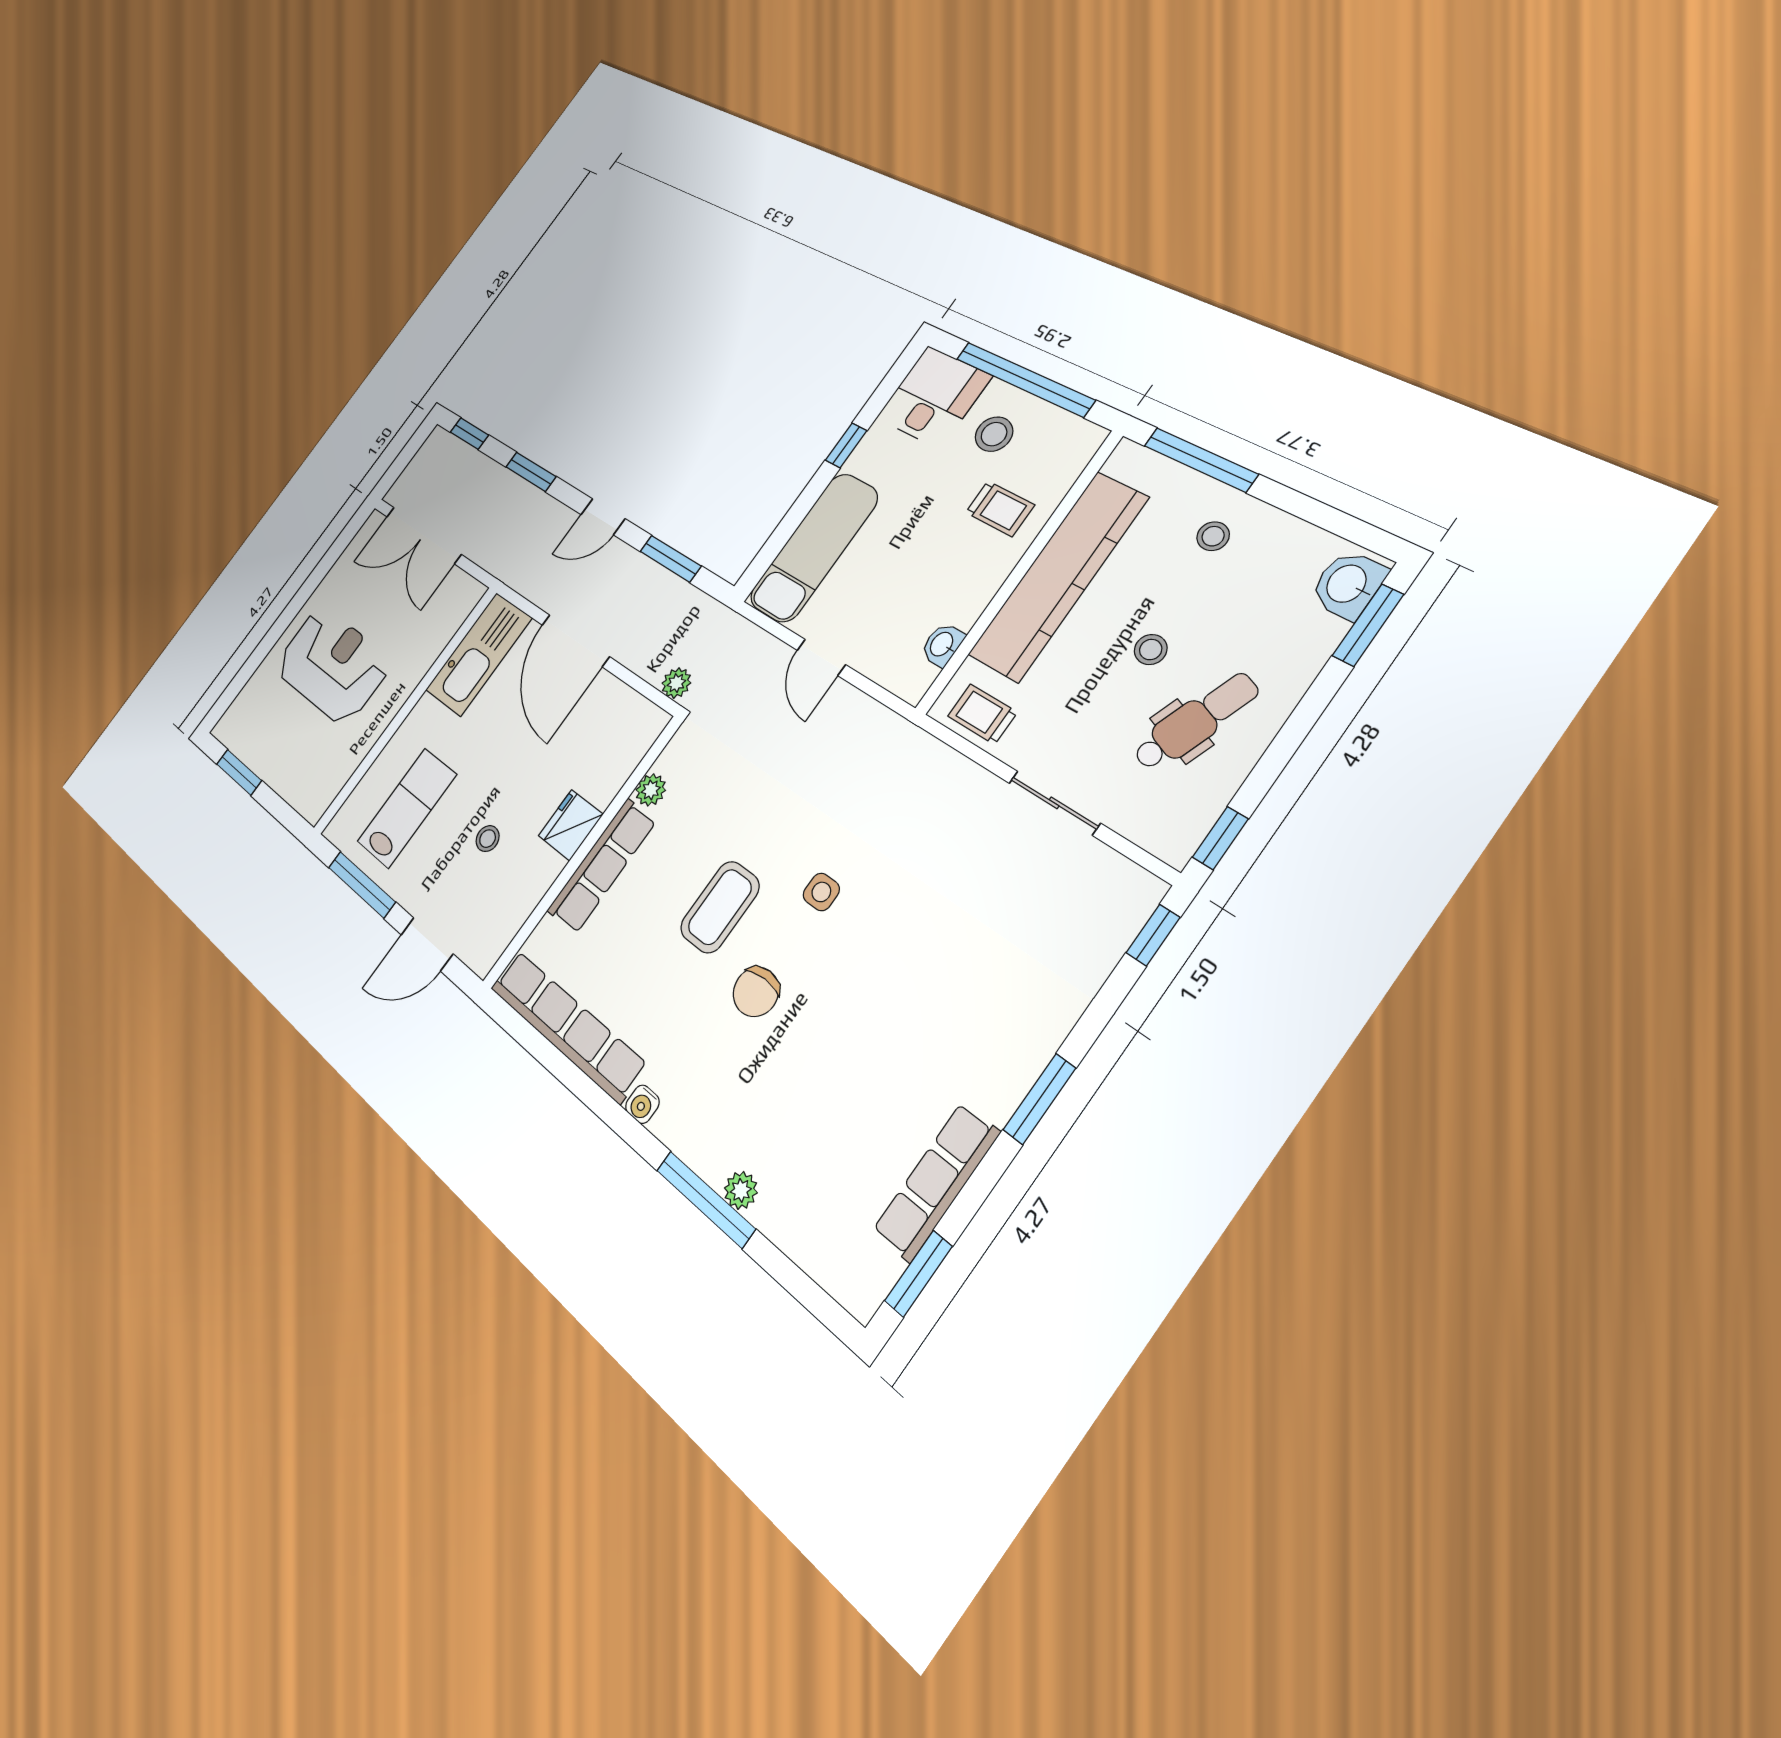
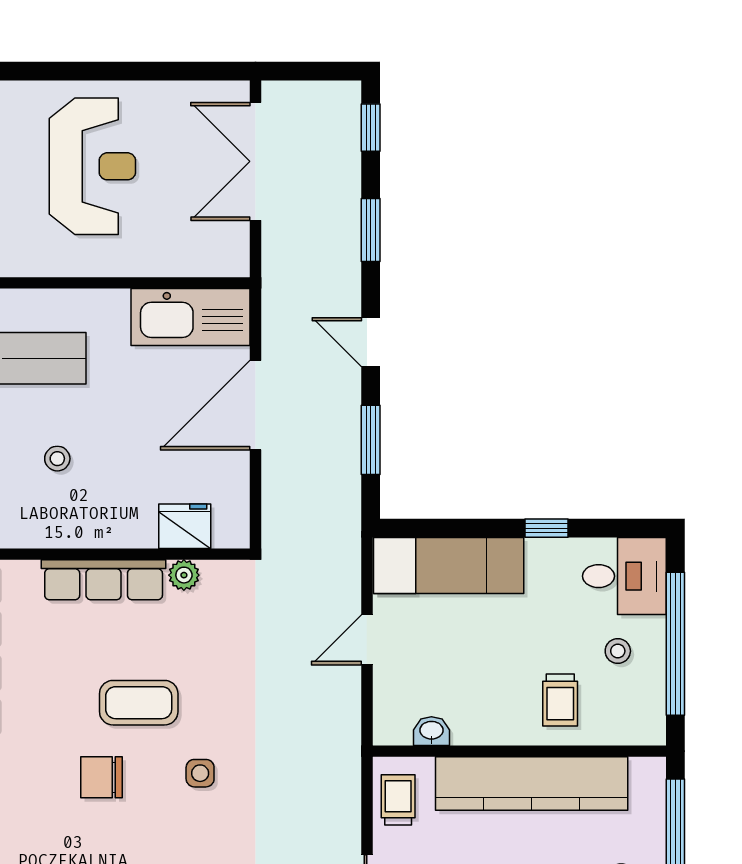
stool: (994, 434) -> (618, 651), width x0.73, depth x0.73
plant: (676, 683) -> (276, 529), removed
fridge: (571, 825) -> (185, 526), moved

